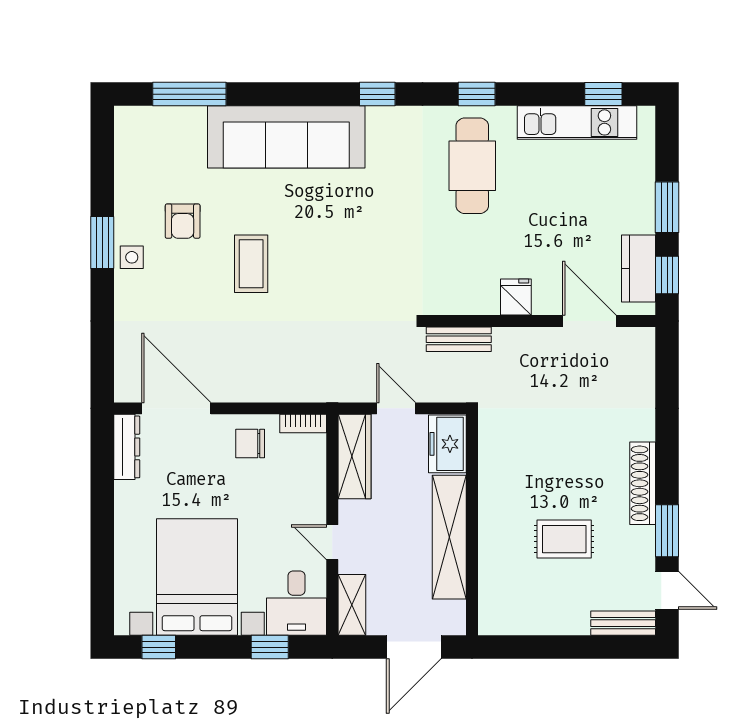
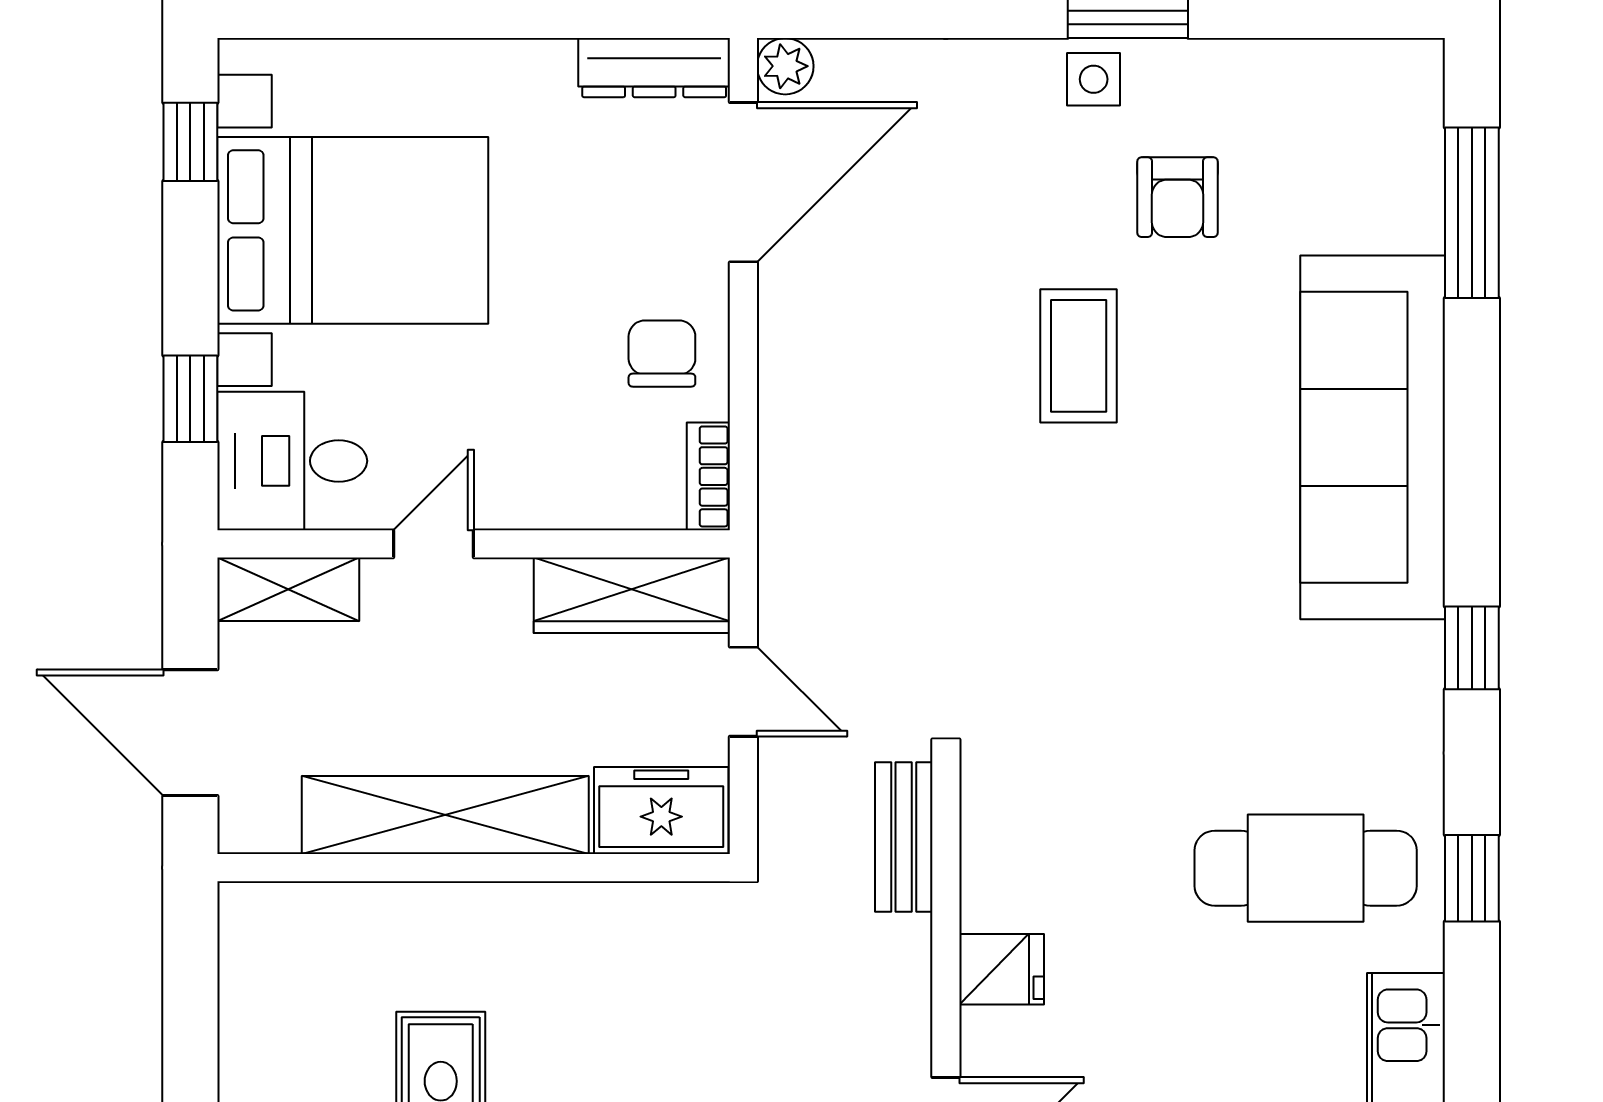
armchair: (183, 221) -> (1178, 197), turned -90
coffee table: (251, 264) -> (1079, 356), turned 90
plant: (126, 390) -> (785, 66), added
door: (396, 408) -> (743, 692), hinge flipped

